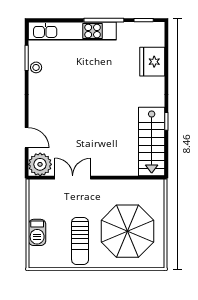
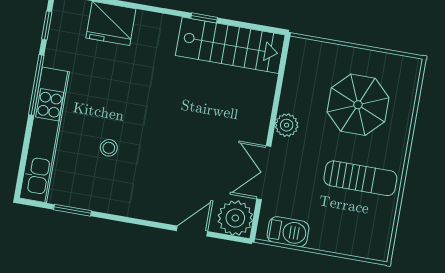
stool: (36, 67) -> (109, 148), moved
plant: (106, 187) -> (287, 125), added
parasol: (127, 231) -> (358, 105), width x0.73, depth x0.73
barbecue: (37, 232) -> (288, 232), moved

